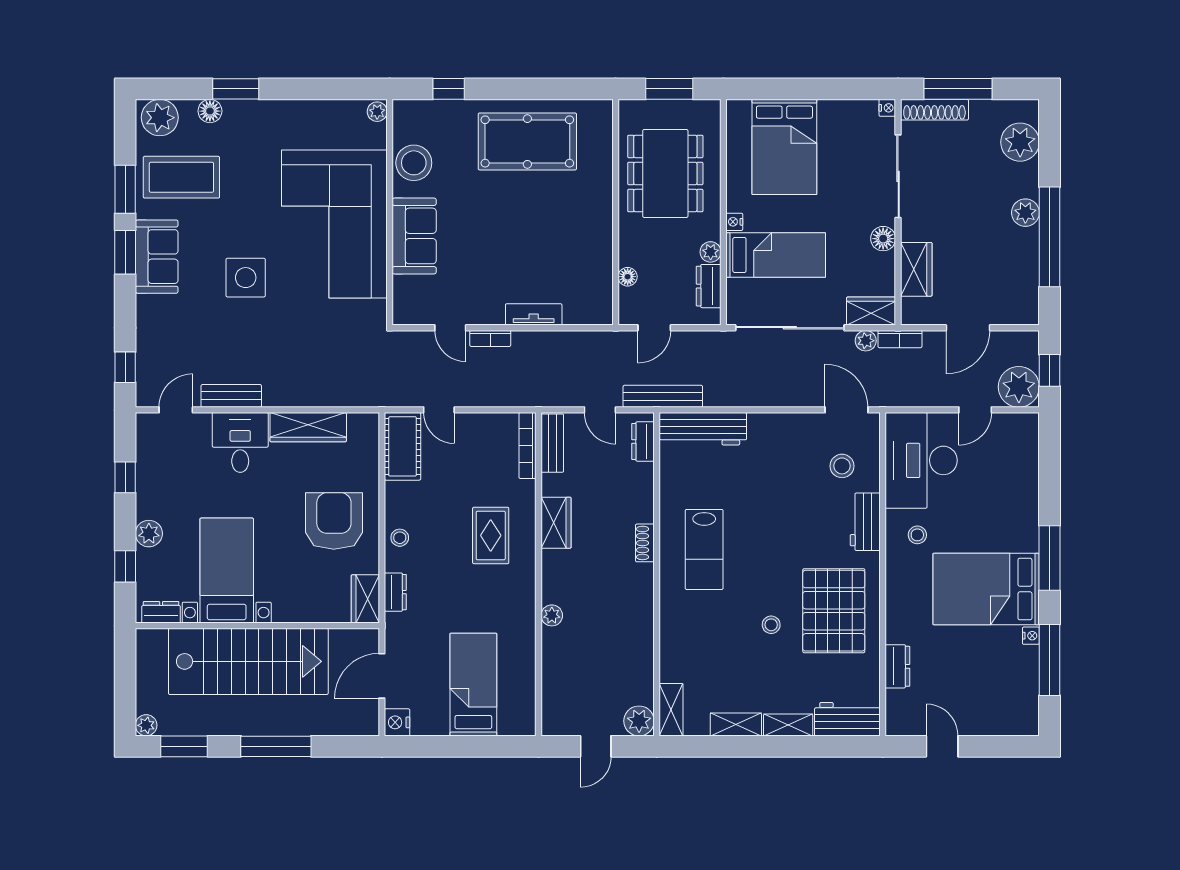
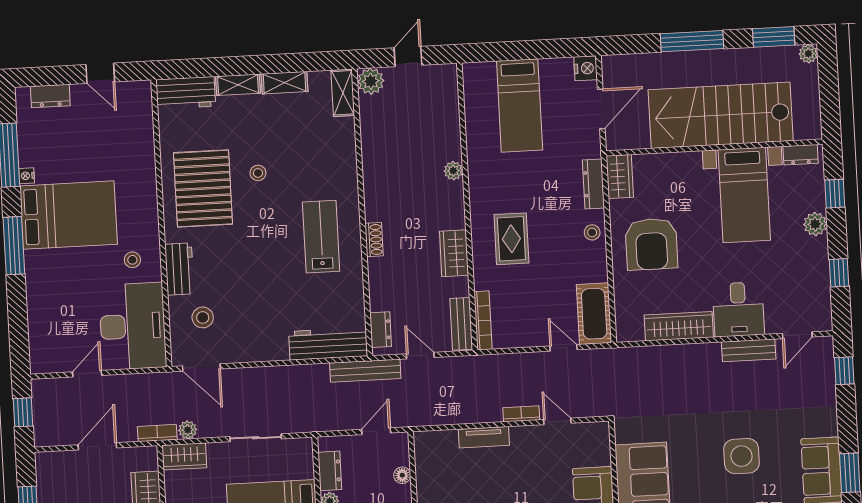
sliding door: (790, 328) -> (256, 438), width x0.54
plant: (1019, 387) -> (49, 396), removed
dresser: (395, 592) -> (593, 184), width x1.44
dresser: (897, 666) -> (50, 96), moved, turned -90

